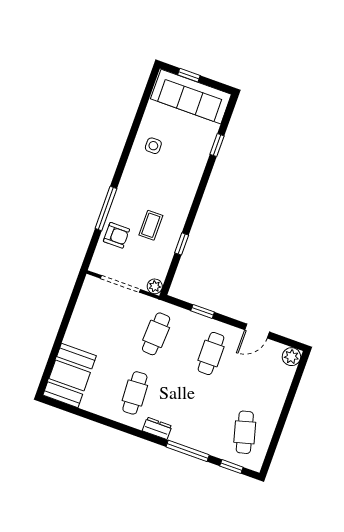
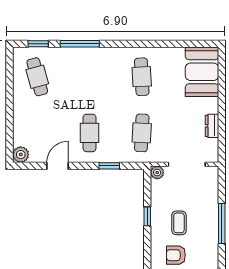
armchair: (116, 235) -> (176, 255), moved
dresser: (157, 428) -> (212, 126), moved, turned 90

